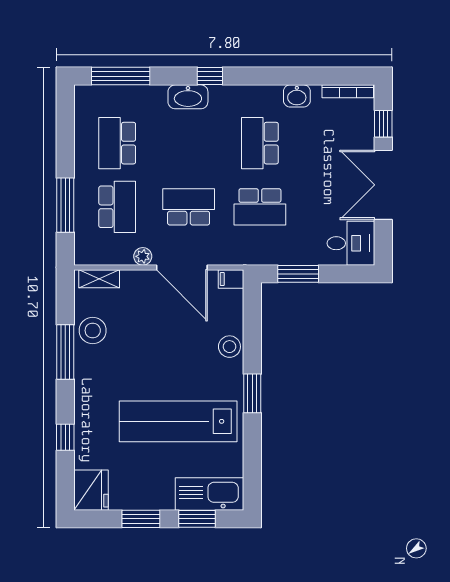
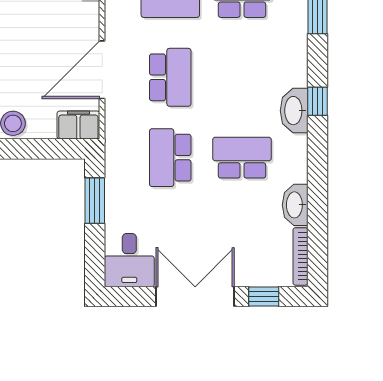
washbasin: (297, 96) -> (295, 205), width x1.38
washbasin: (188, 97) -> (294, 111), moved
plant: (143, 256) -> (114, 26), removed
filing cabinet: (231, 279) -> (78, 125), width x2.00

